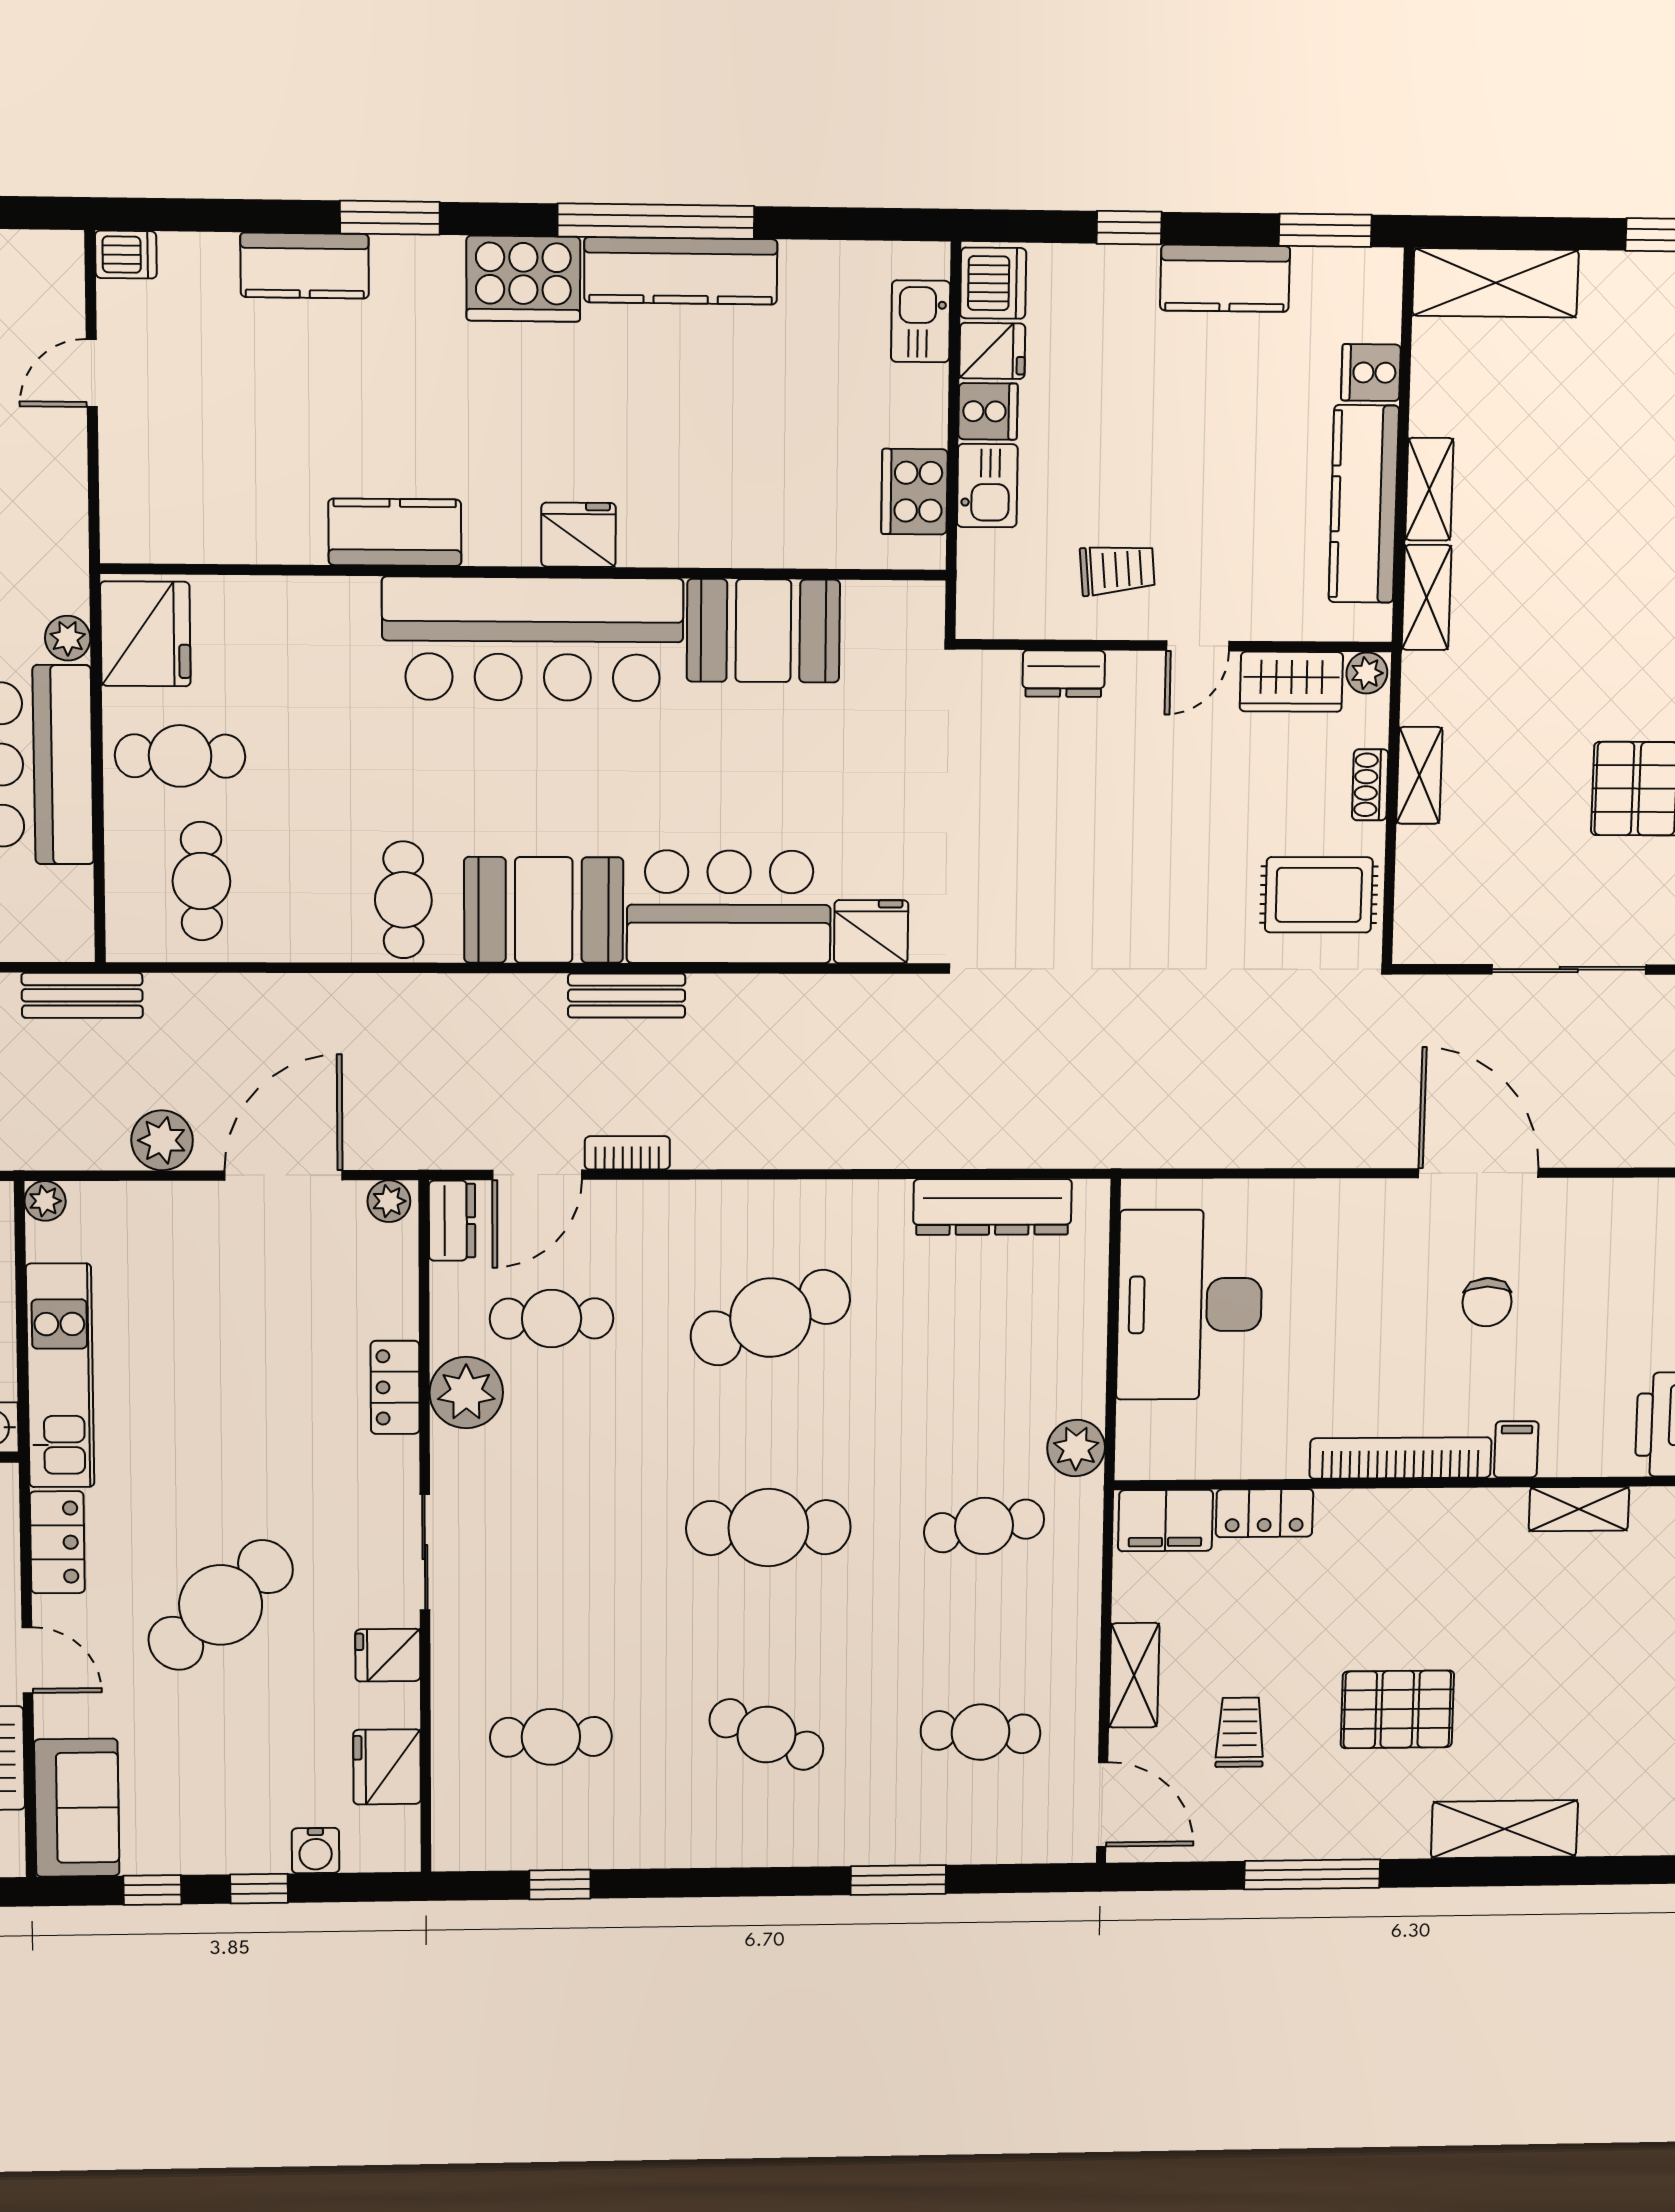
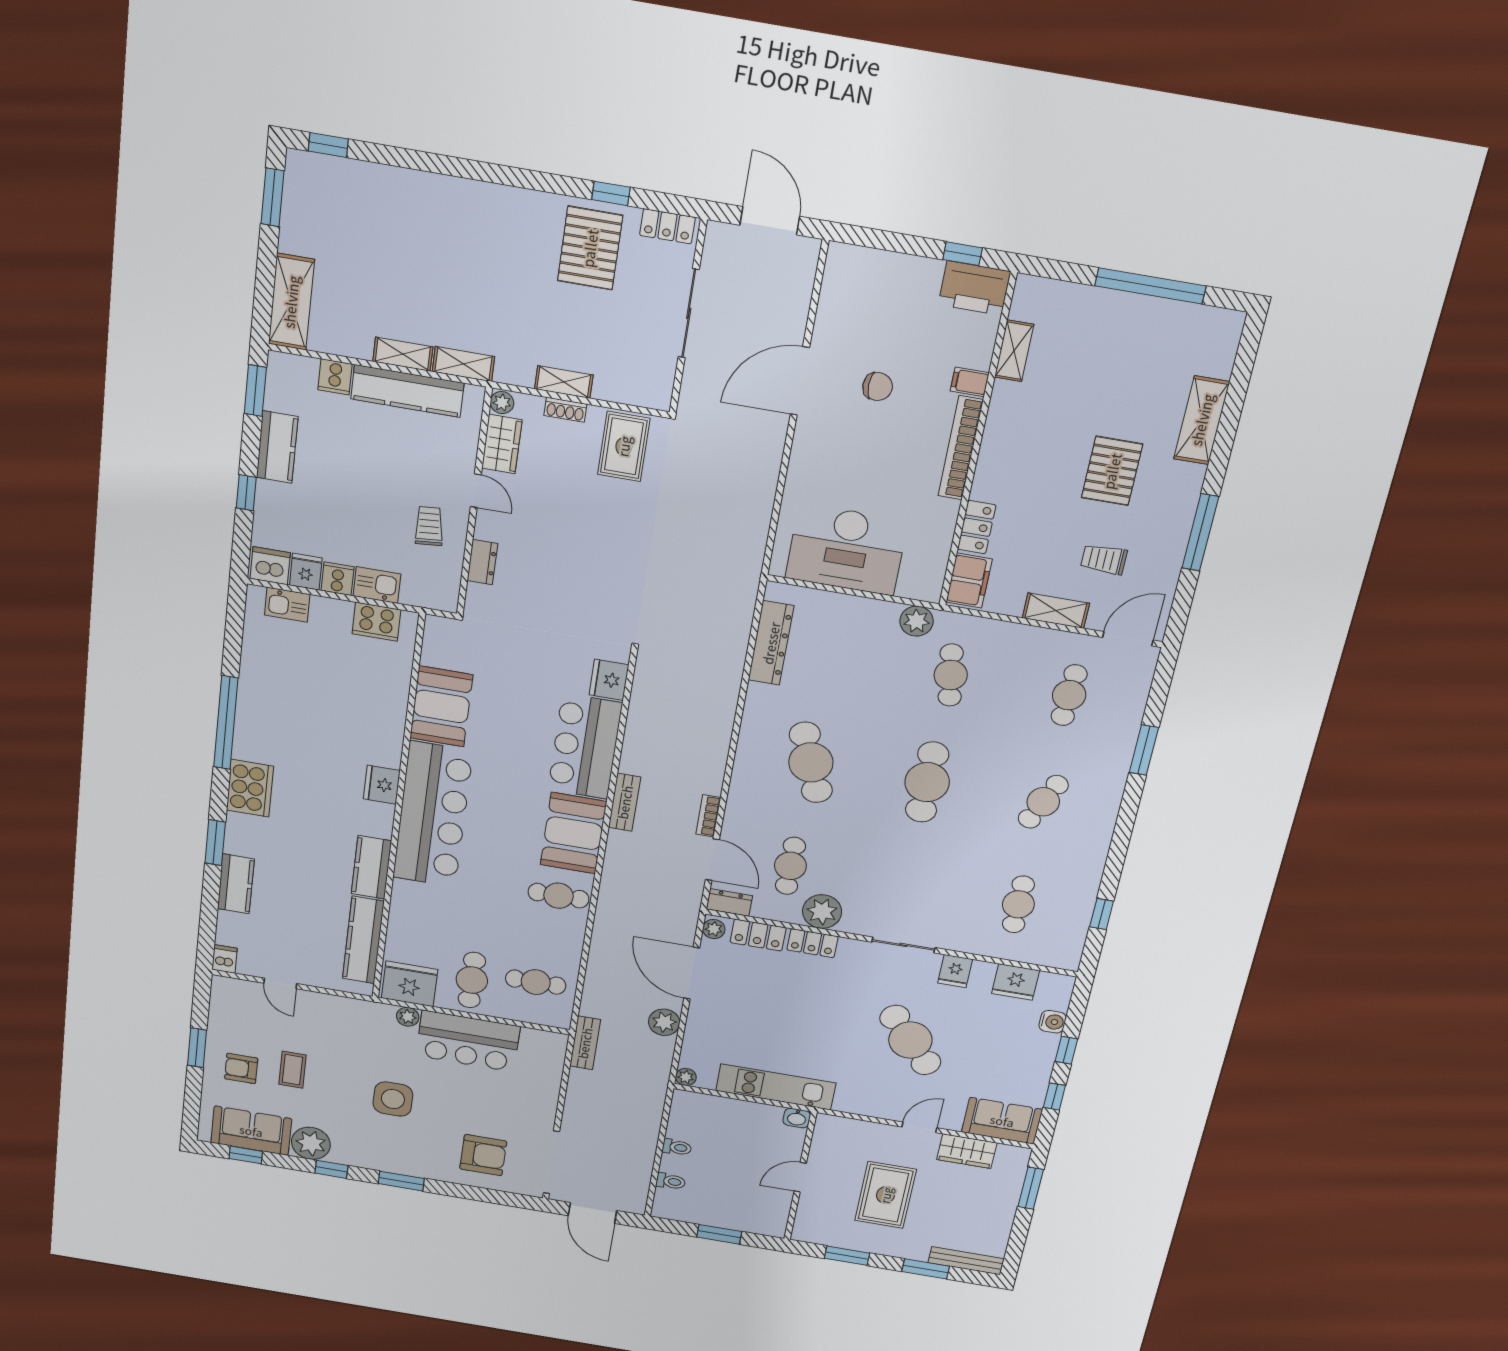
kitchen counter: (681, 271) -> (363, 940), moved, turned 180
locker: (57, 1542) -> (758, 935), moved, turned 180

